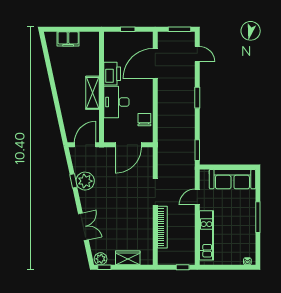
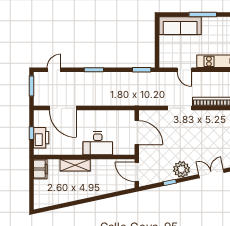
filing cabinet: (68, 39) -> (40, 169), moved
printer: (112, 74) -> (41, 138), moved, turned 90
shelving: (93, 93) -> (75, 165), moved
chair: (144, 120) -> (114, 118), removed
sofa: (232, 179) -> (180, 26), moved, turned 90
plant: (85, 181) -> (181, 169), moved

